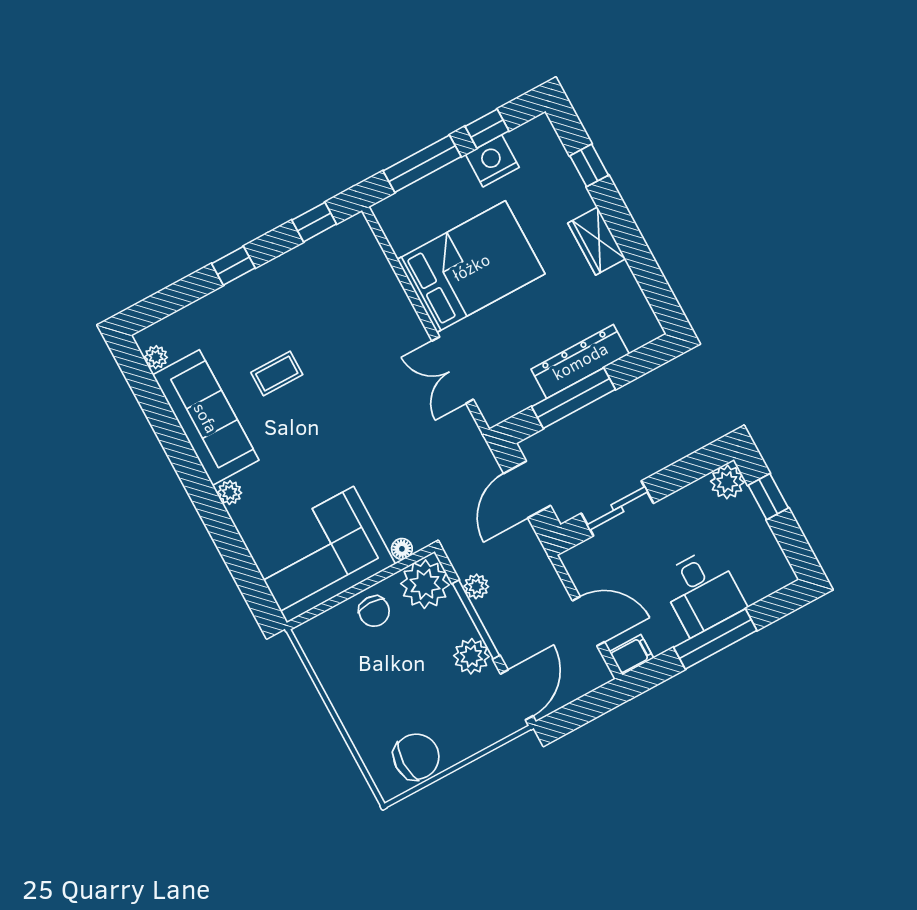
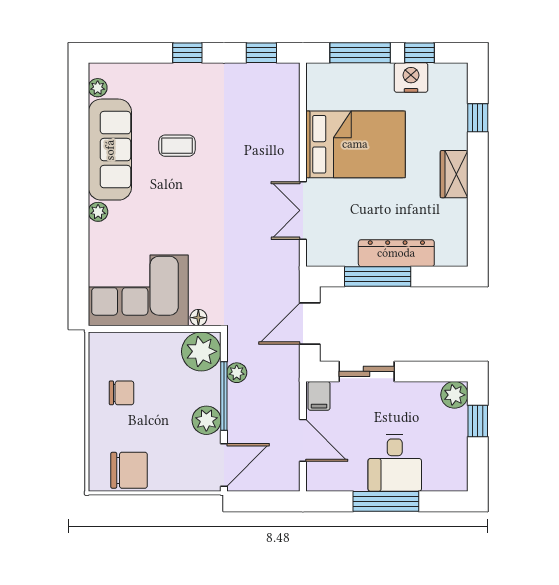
chair: (374, 611) -> (122, 393), moved, turned -90
filing cabinet: (631, 655) -> (319, 396), moved, turned 90

